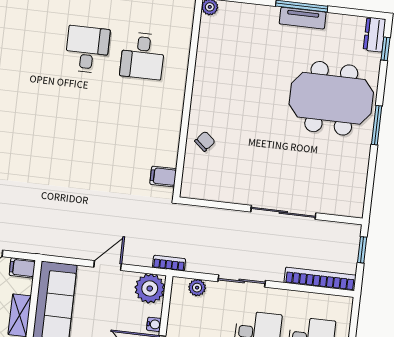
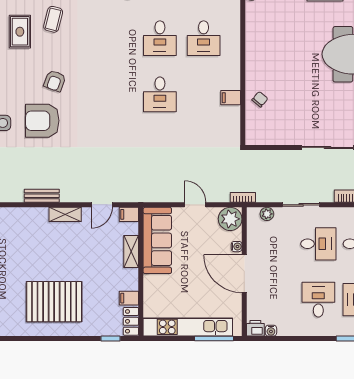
desk: (87, 49) -> (160, 38), turned 180
desk: (79, 121) -> (160, 94), added
filing cabinet: (163, 177) -> (231, 98), moved
door: (108, 265) -> (195, 205), hinge flipped

